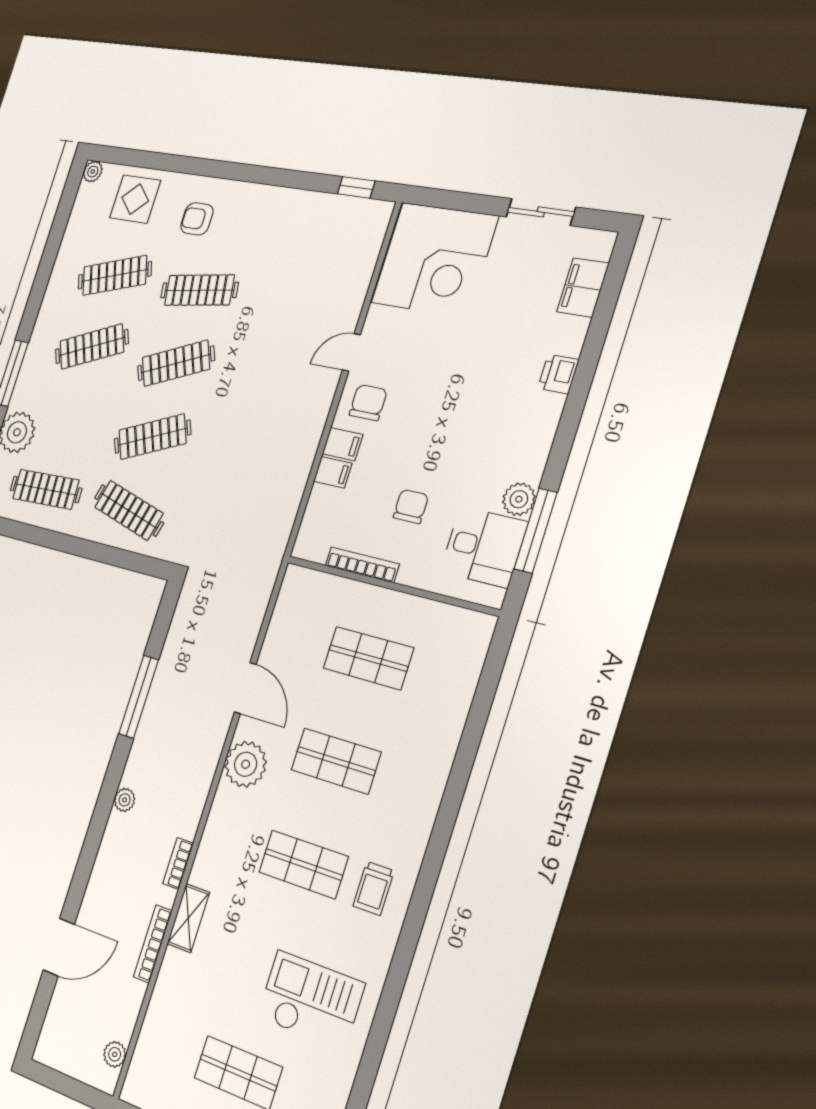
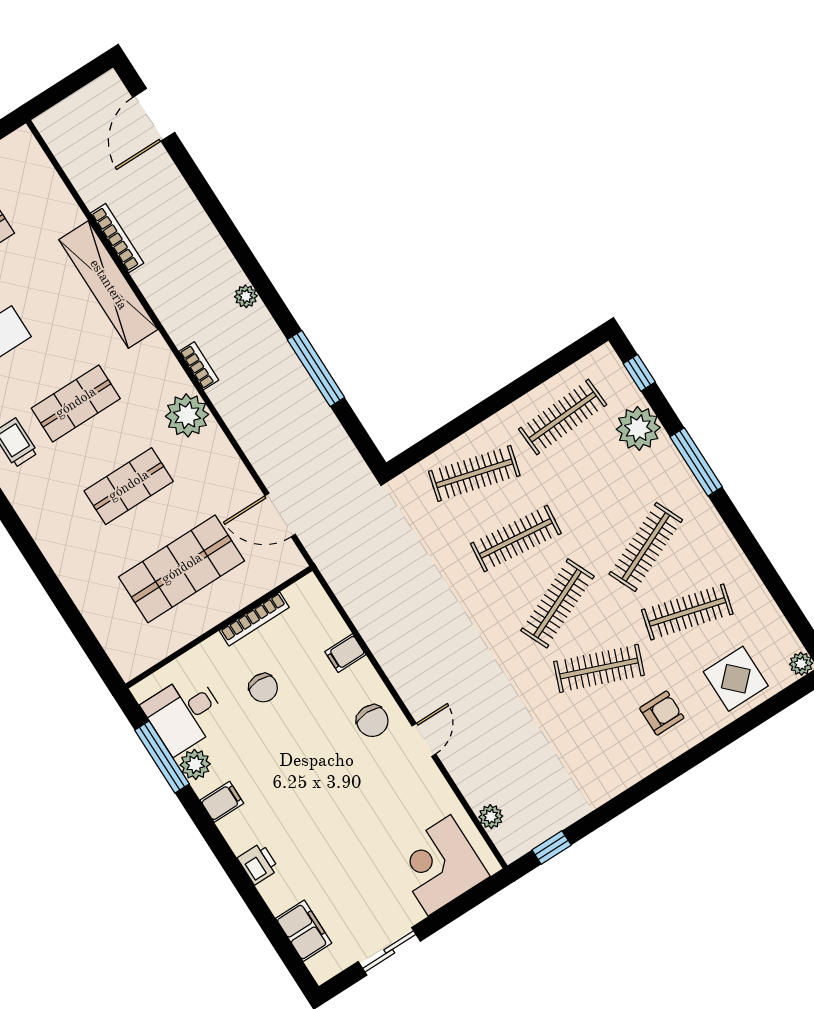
corner desk: (435, 260) -> (439, 865), width x0.74, depth x0.74
clothes rail: (115, 275) -> (687, 612), turned 33
clothes rail: (199, 290) -> (599, 668), turned 30
clothes rail: (152, 437) -> (516, 538), turned 30
filing cabinet: (342, 444) -> (222, 802), moved, turned 180
shop shelf: (368, 658) -> (182, 569), width x1.43, depth x1.36
door: (245, 688) -> (280, 515), moved
bookcase: (178, 863) -> (199, 366), moved
shelving: (188, 918) -> (108, 285), width x2.20, depth x1.33
door: (59, 947) -> (154, 115), moved
plant: (115, 1054) -> (491, 817), moved

